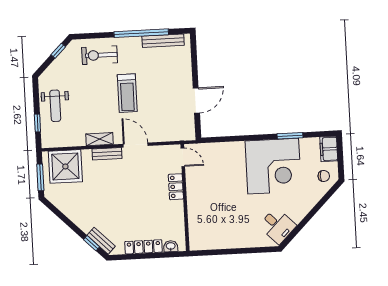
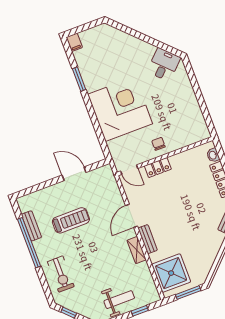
bench: (163, 41) -> (31, 226), width x0.73
treadmill: (127, 93) -> (71, 220), moved
filing cabinet: (329, 149) -> (74, 42), width x0.50
door: (183, 157) -> (129, 170), swing flipped
corner desk: (273, 166) -> (120, 109), moved
chair: (324, 176) -> (159, 144), moved

